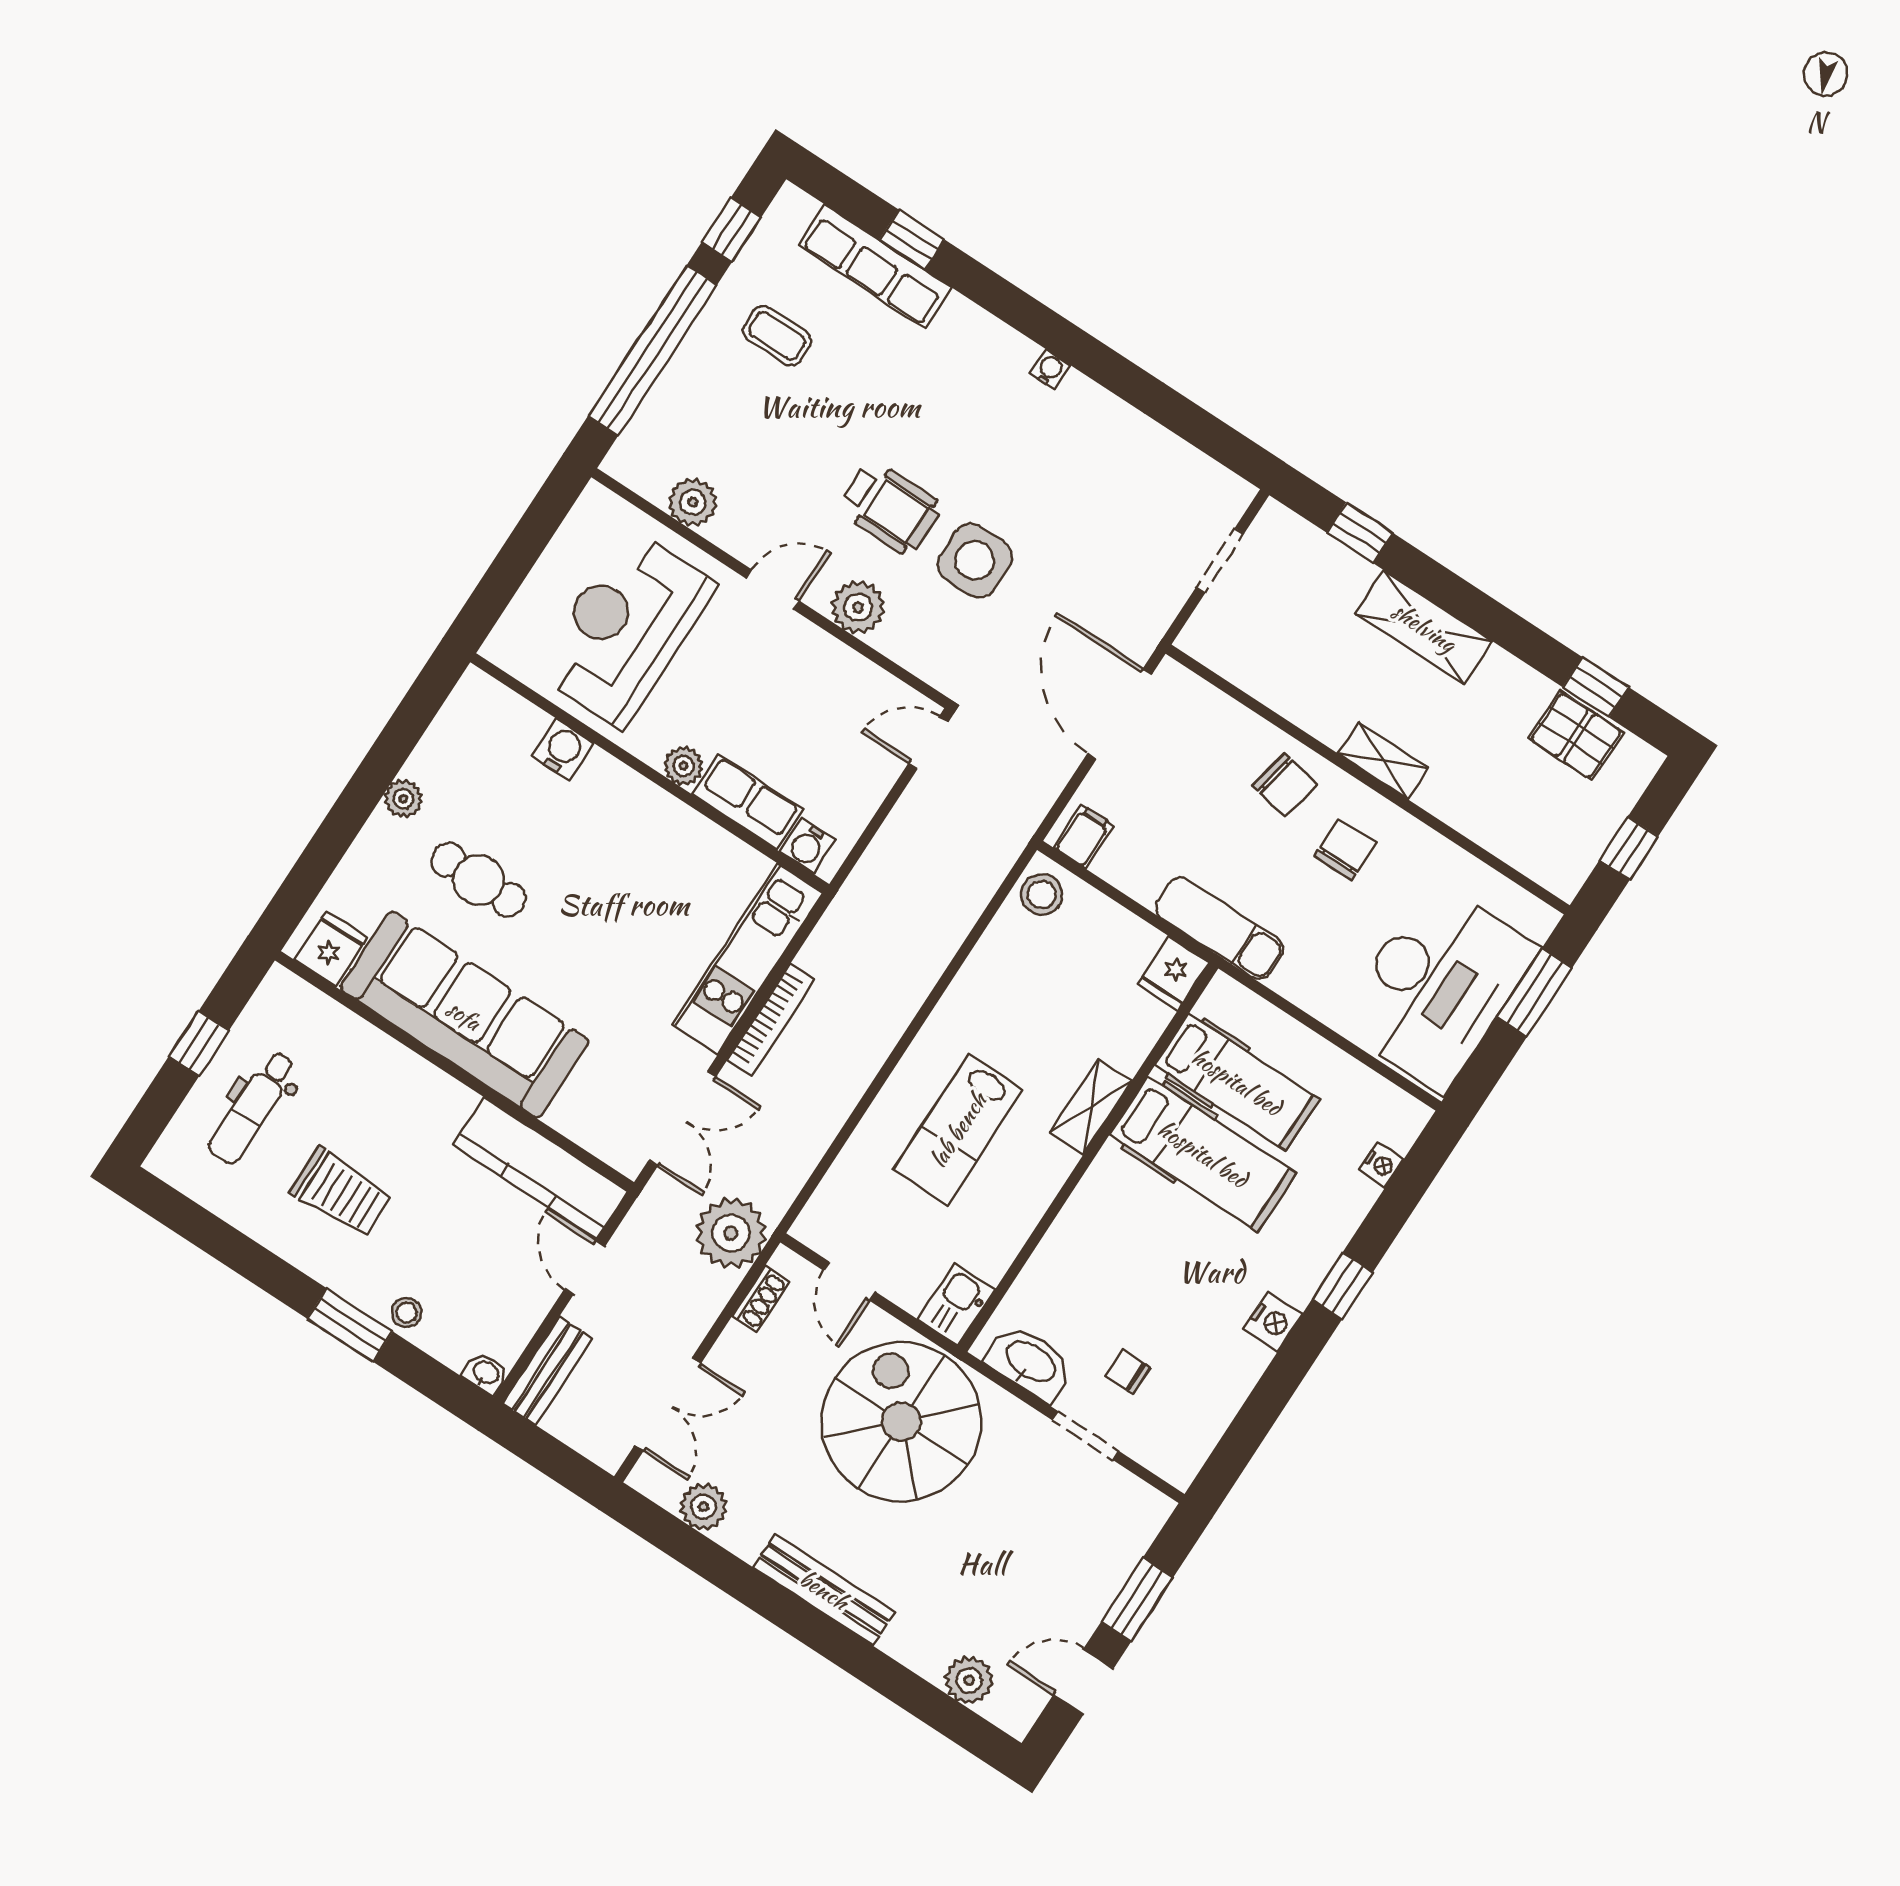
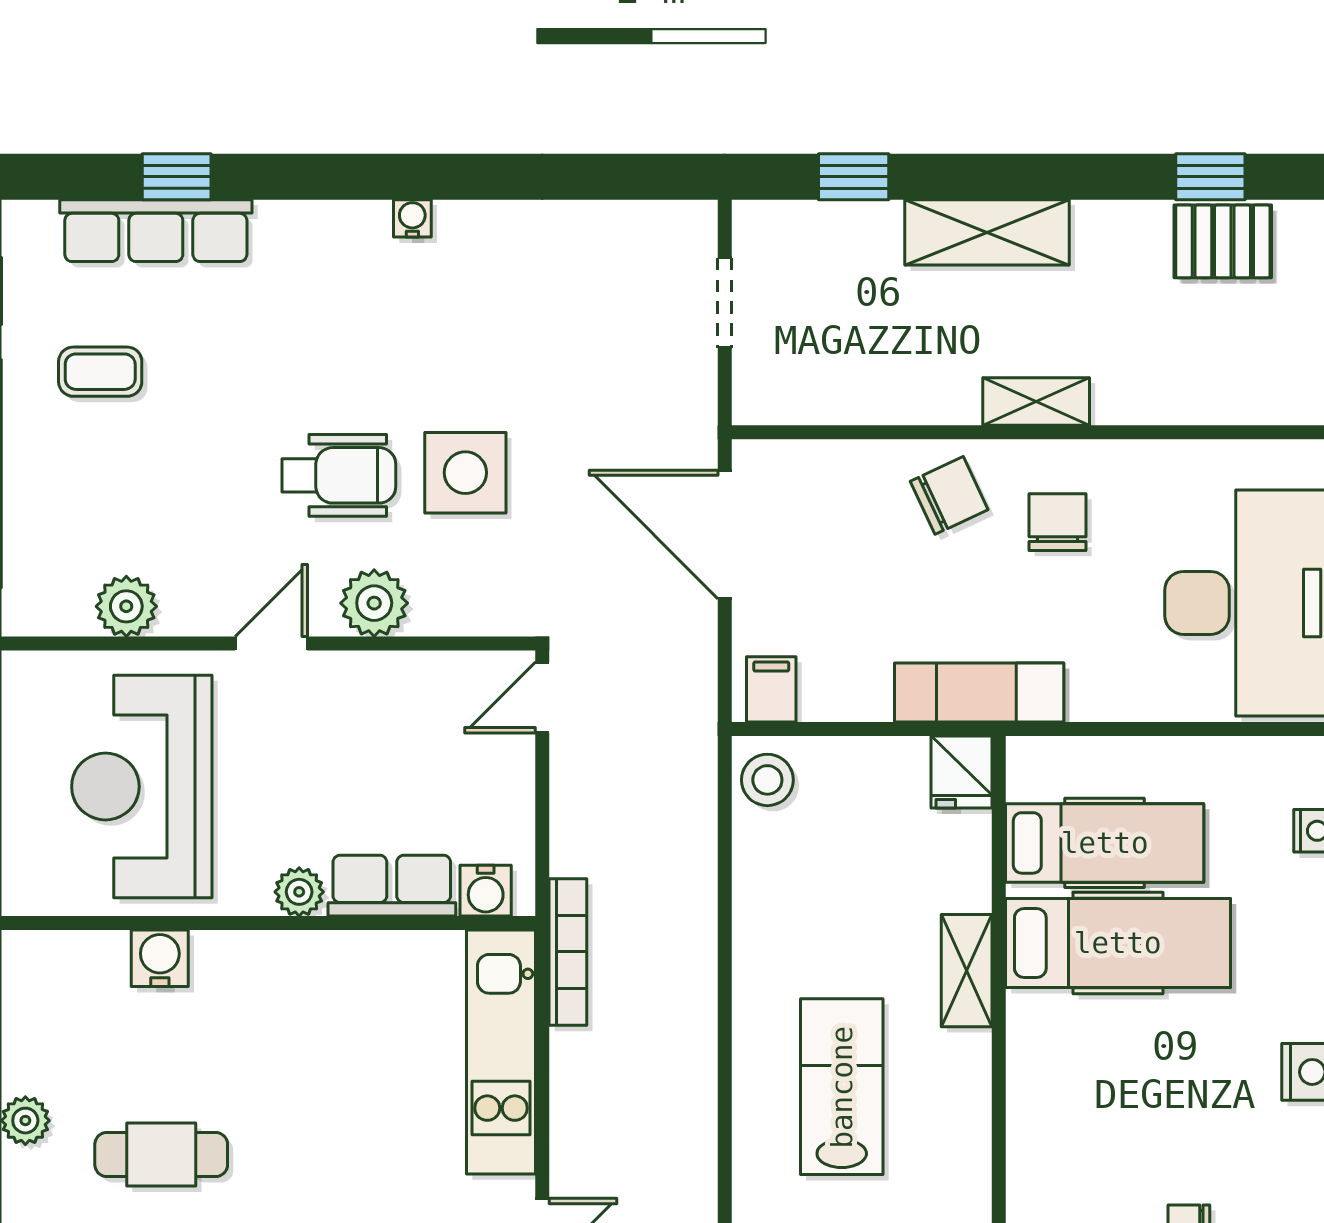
chair: (1285, 785) -> (949, 495), turned -36
bookcase: (771, 1020) -> (568, 952), moved
lab bench: (958, 1130) -> (842, 1087), turned 180

